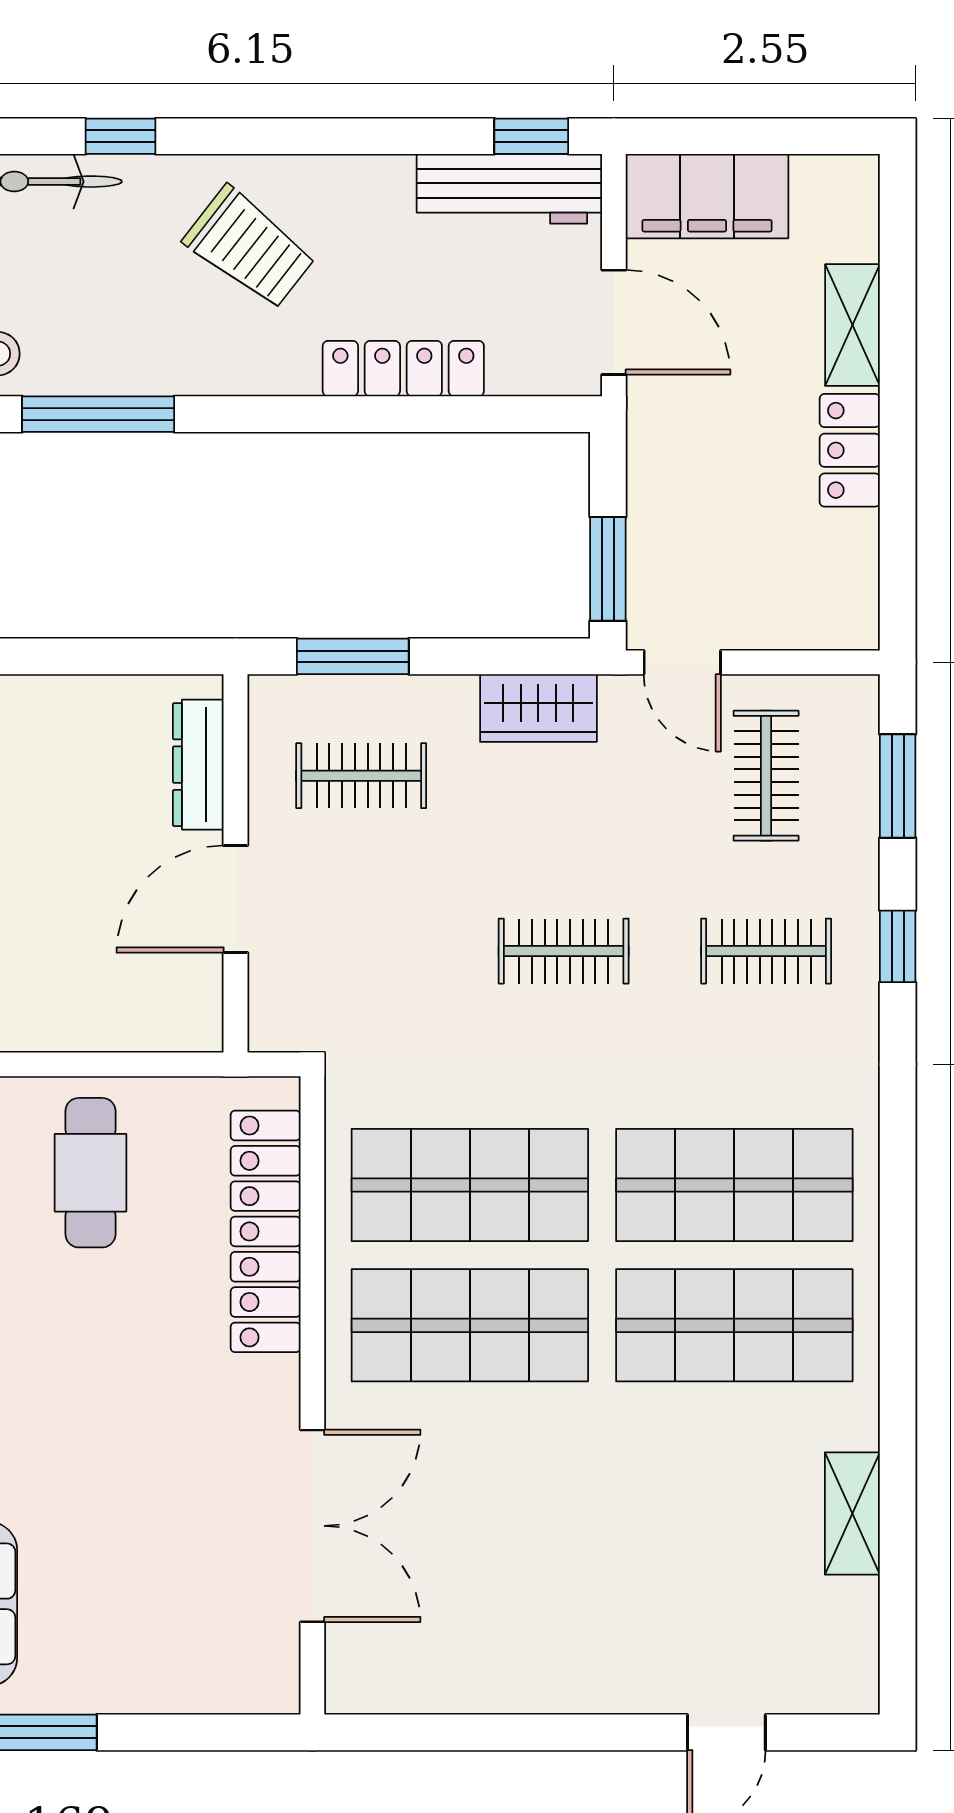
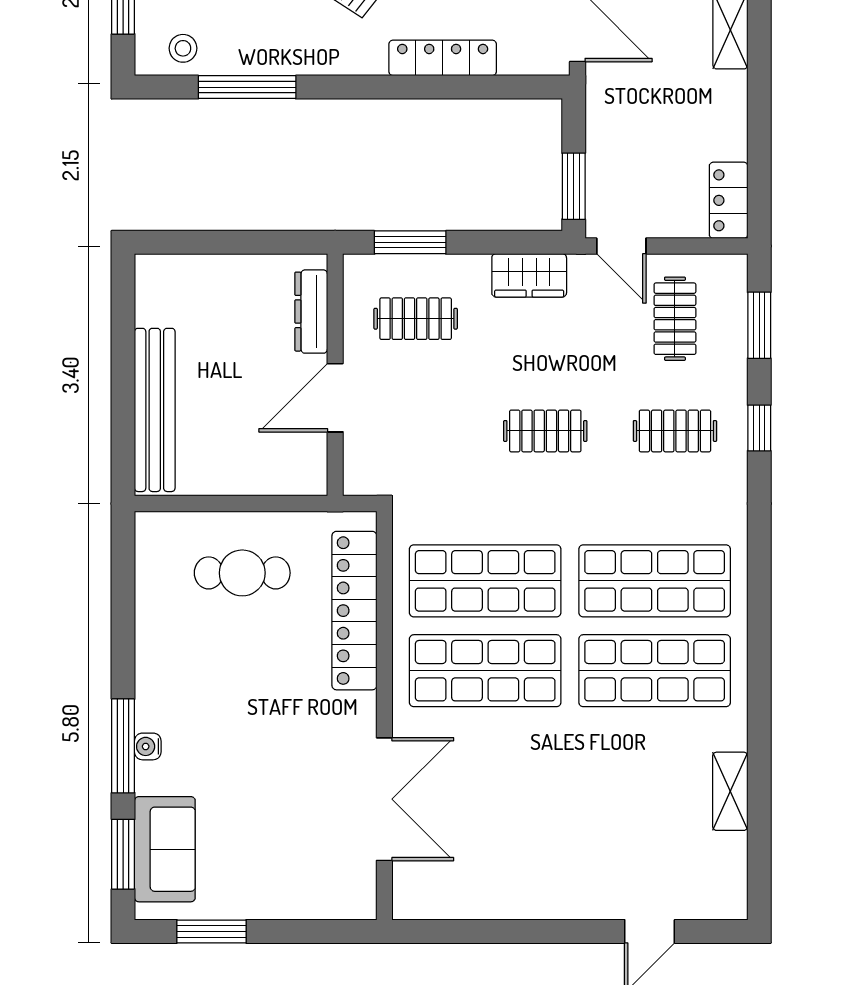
locker: (850, 450) -> (729, 200), moved
cafe table: (90, 1173) -> (242, 573), turned 90

